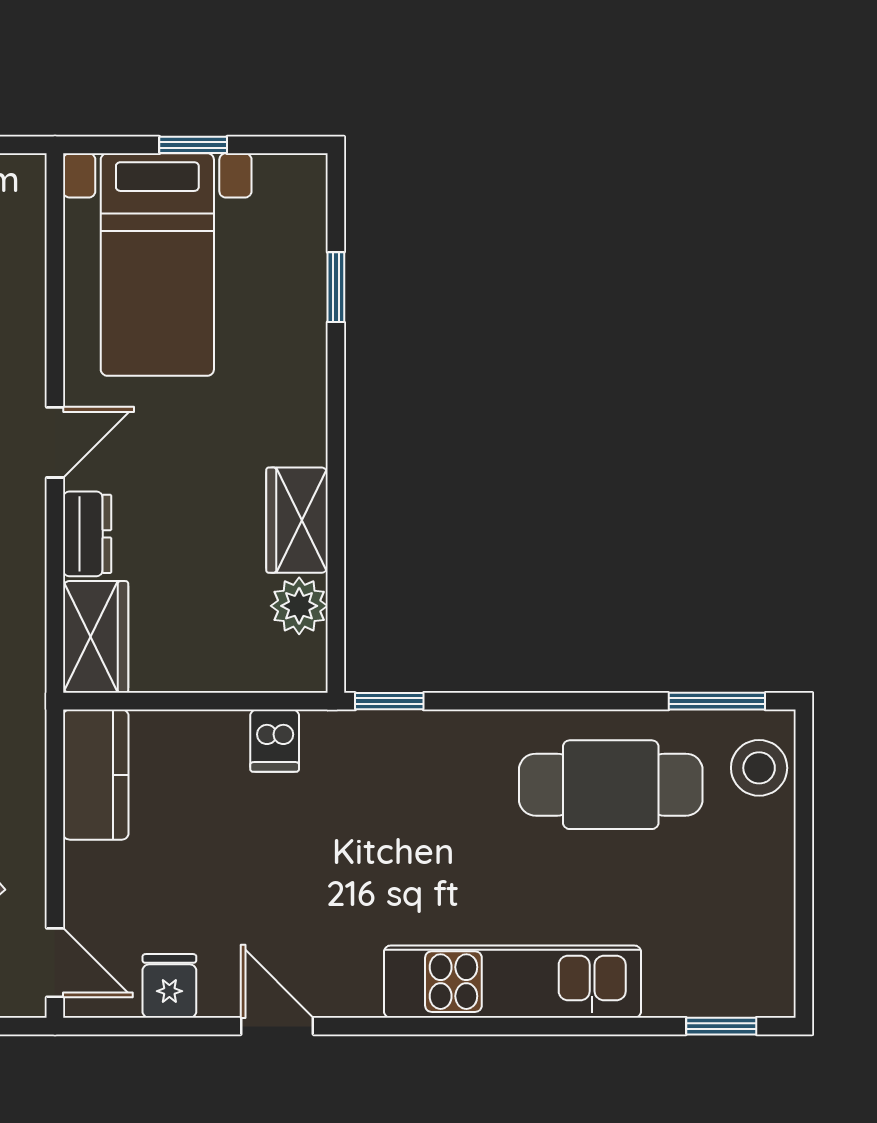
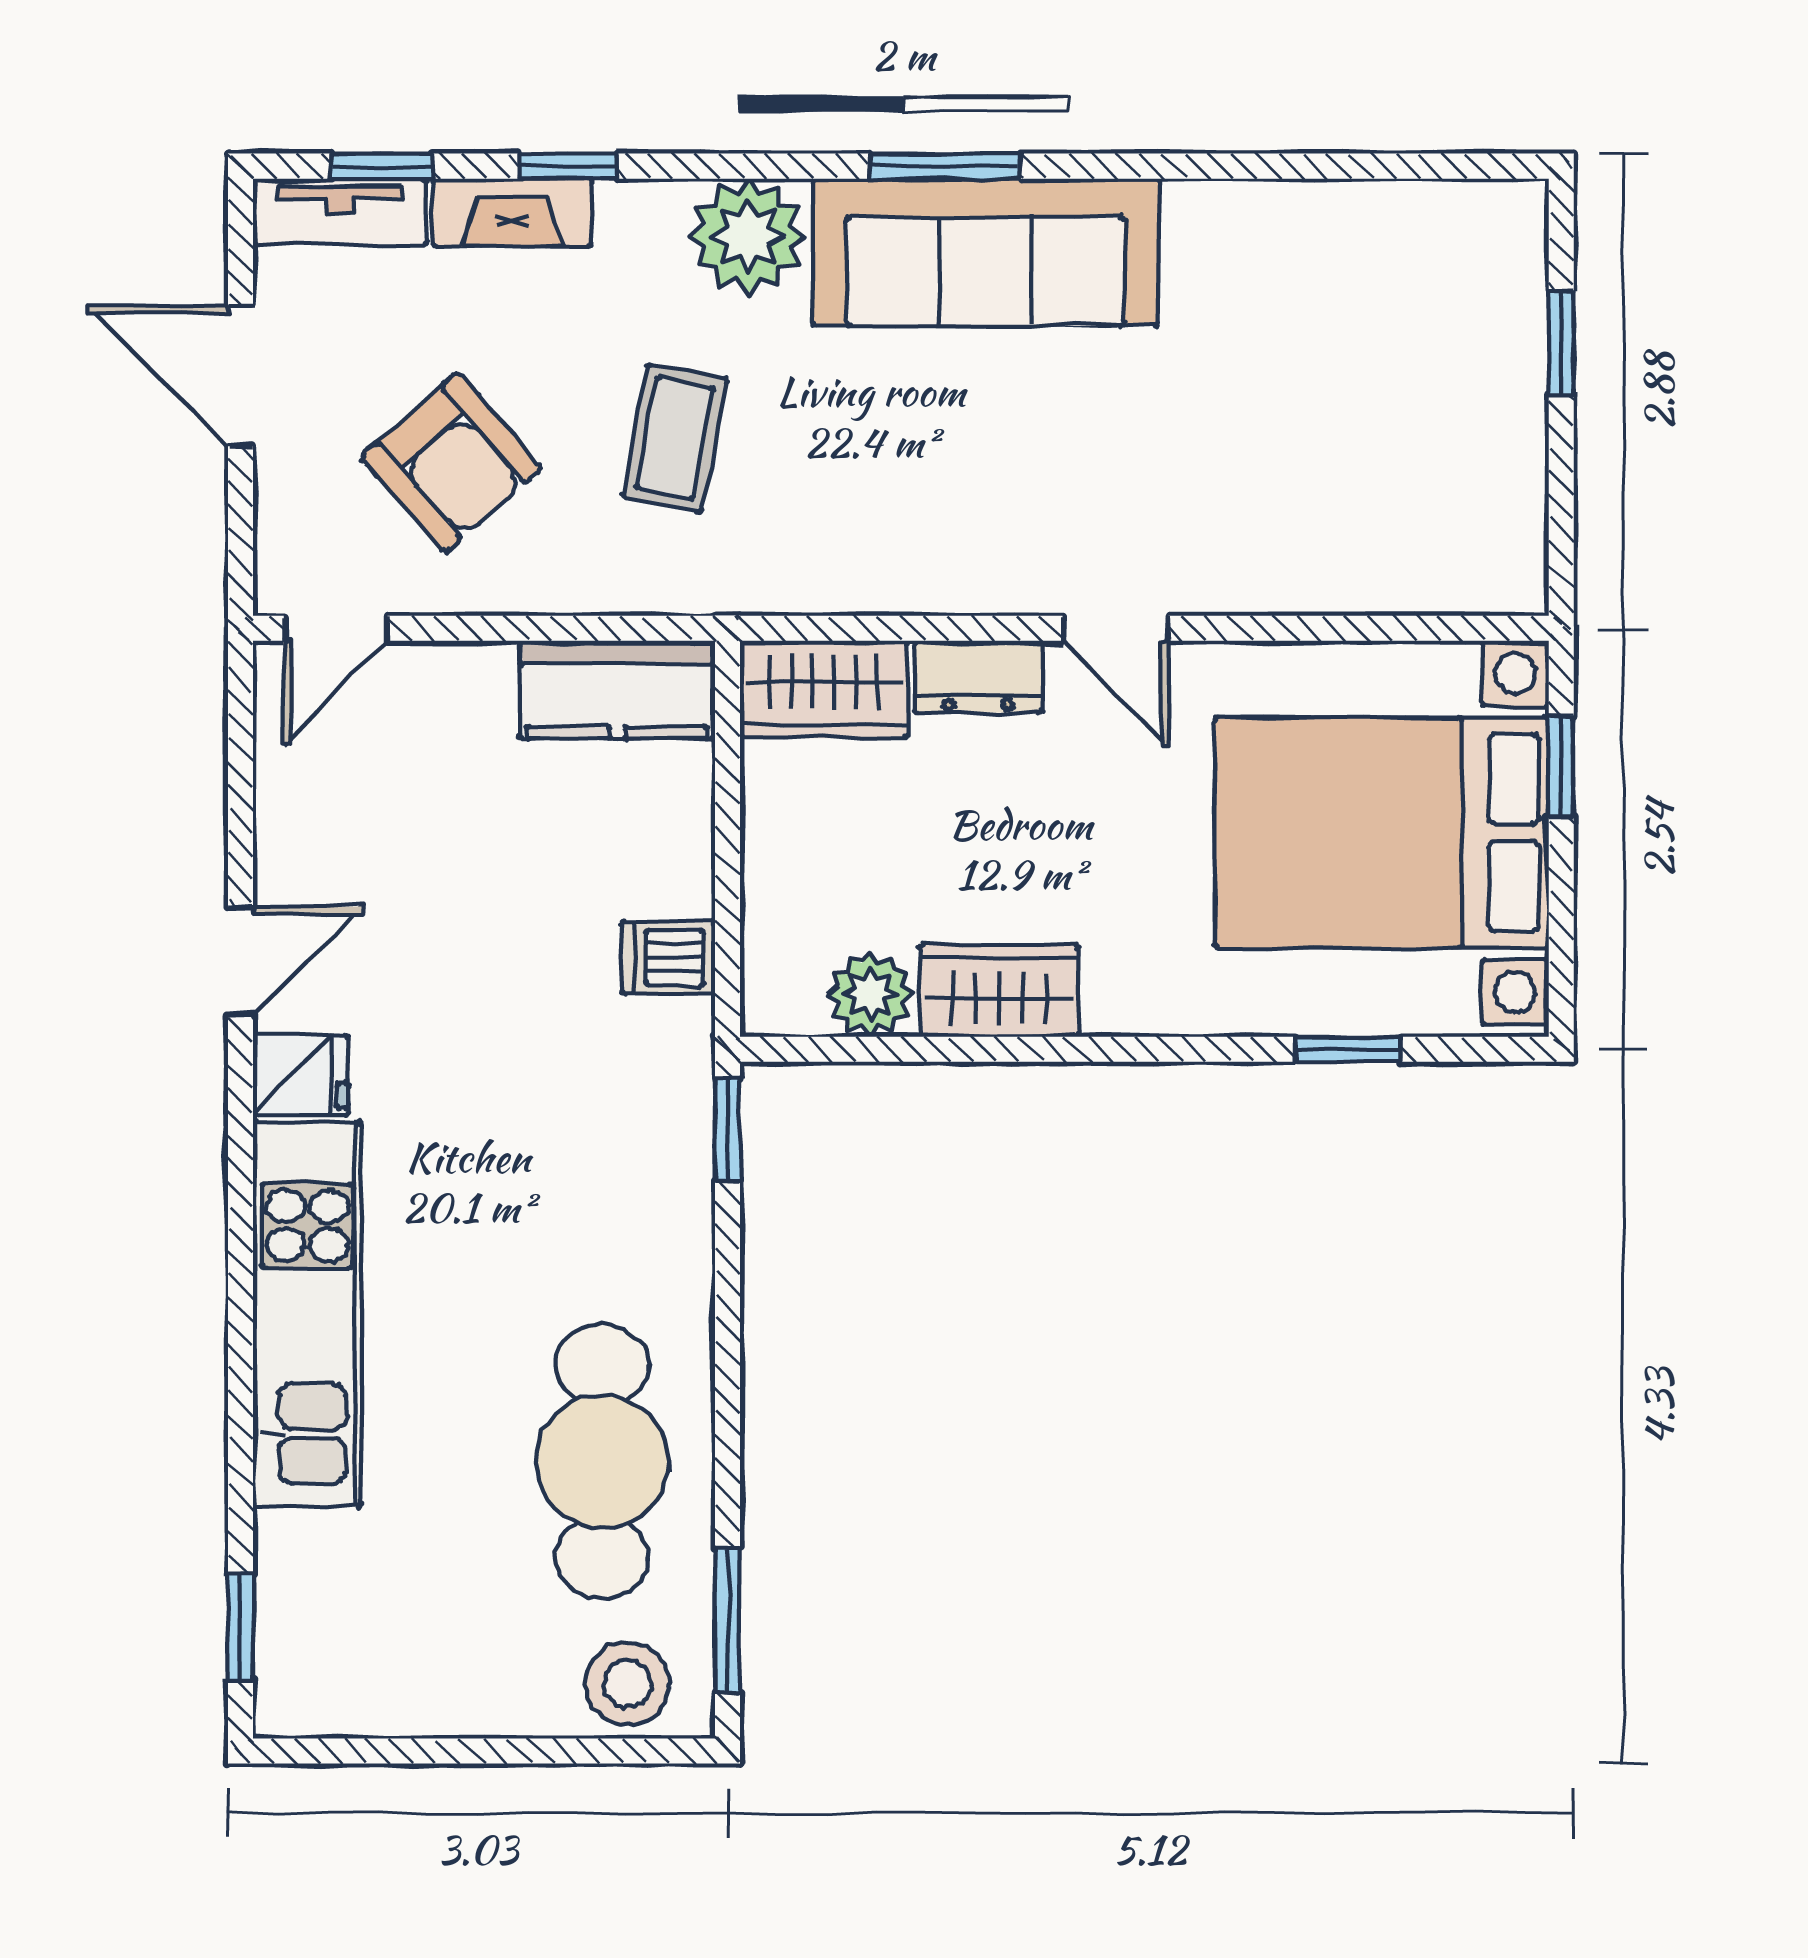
window: (193, 145) -> (1561, 766), moved
bed with nightstands: (157, 265) -> (1382, 833), width x1.36
fridge: (169, 986) -> (301, 1075), moved

